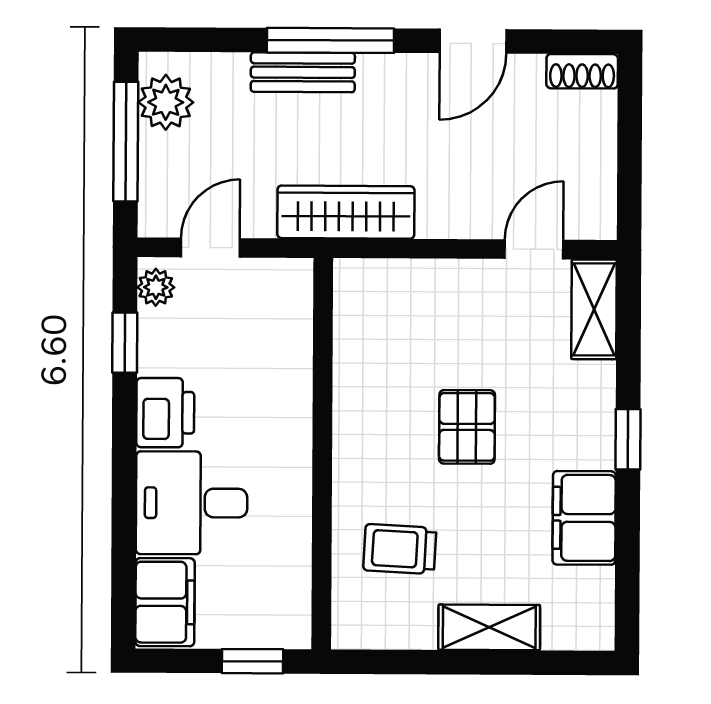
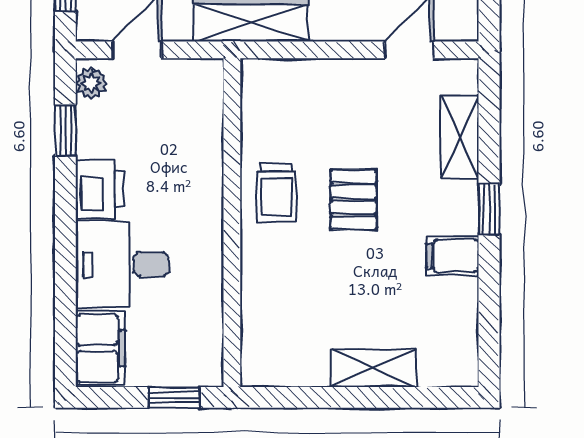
shelving: (594, 309) -> (460, 137), moved
filing cabinet: (584, 518) -> (452, 256), width x0.50
trolley: (400, 549) -> (276, 192), moved, turned -93

